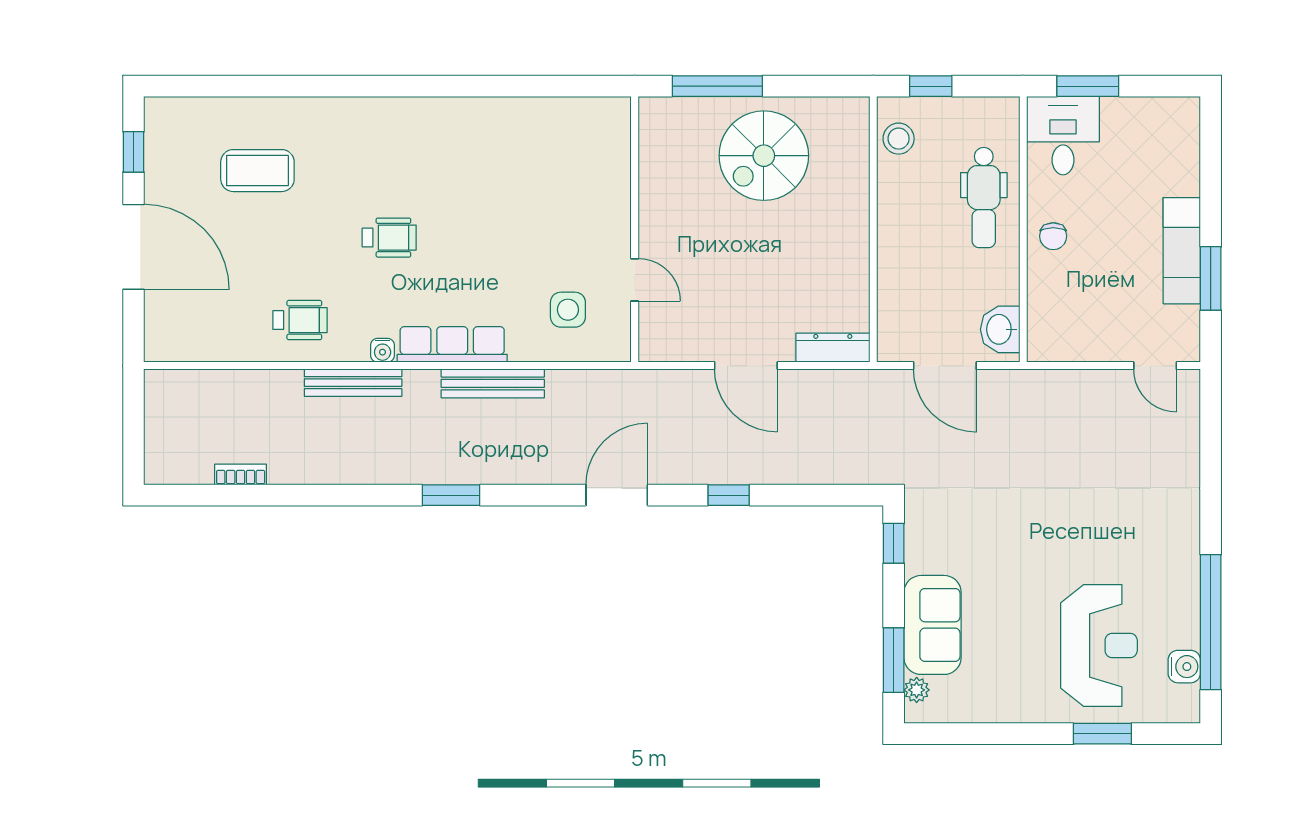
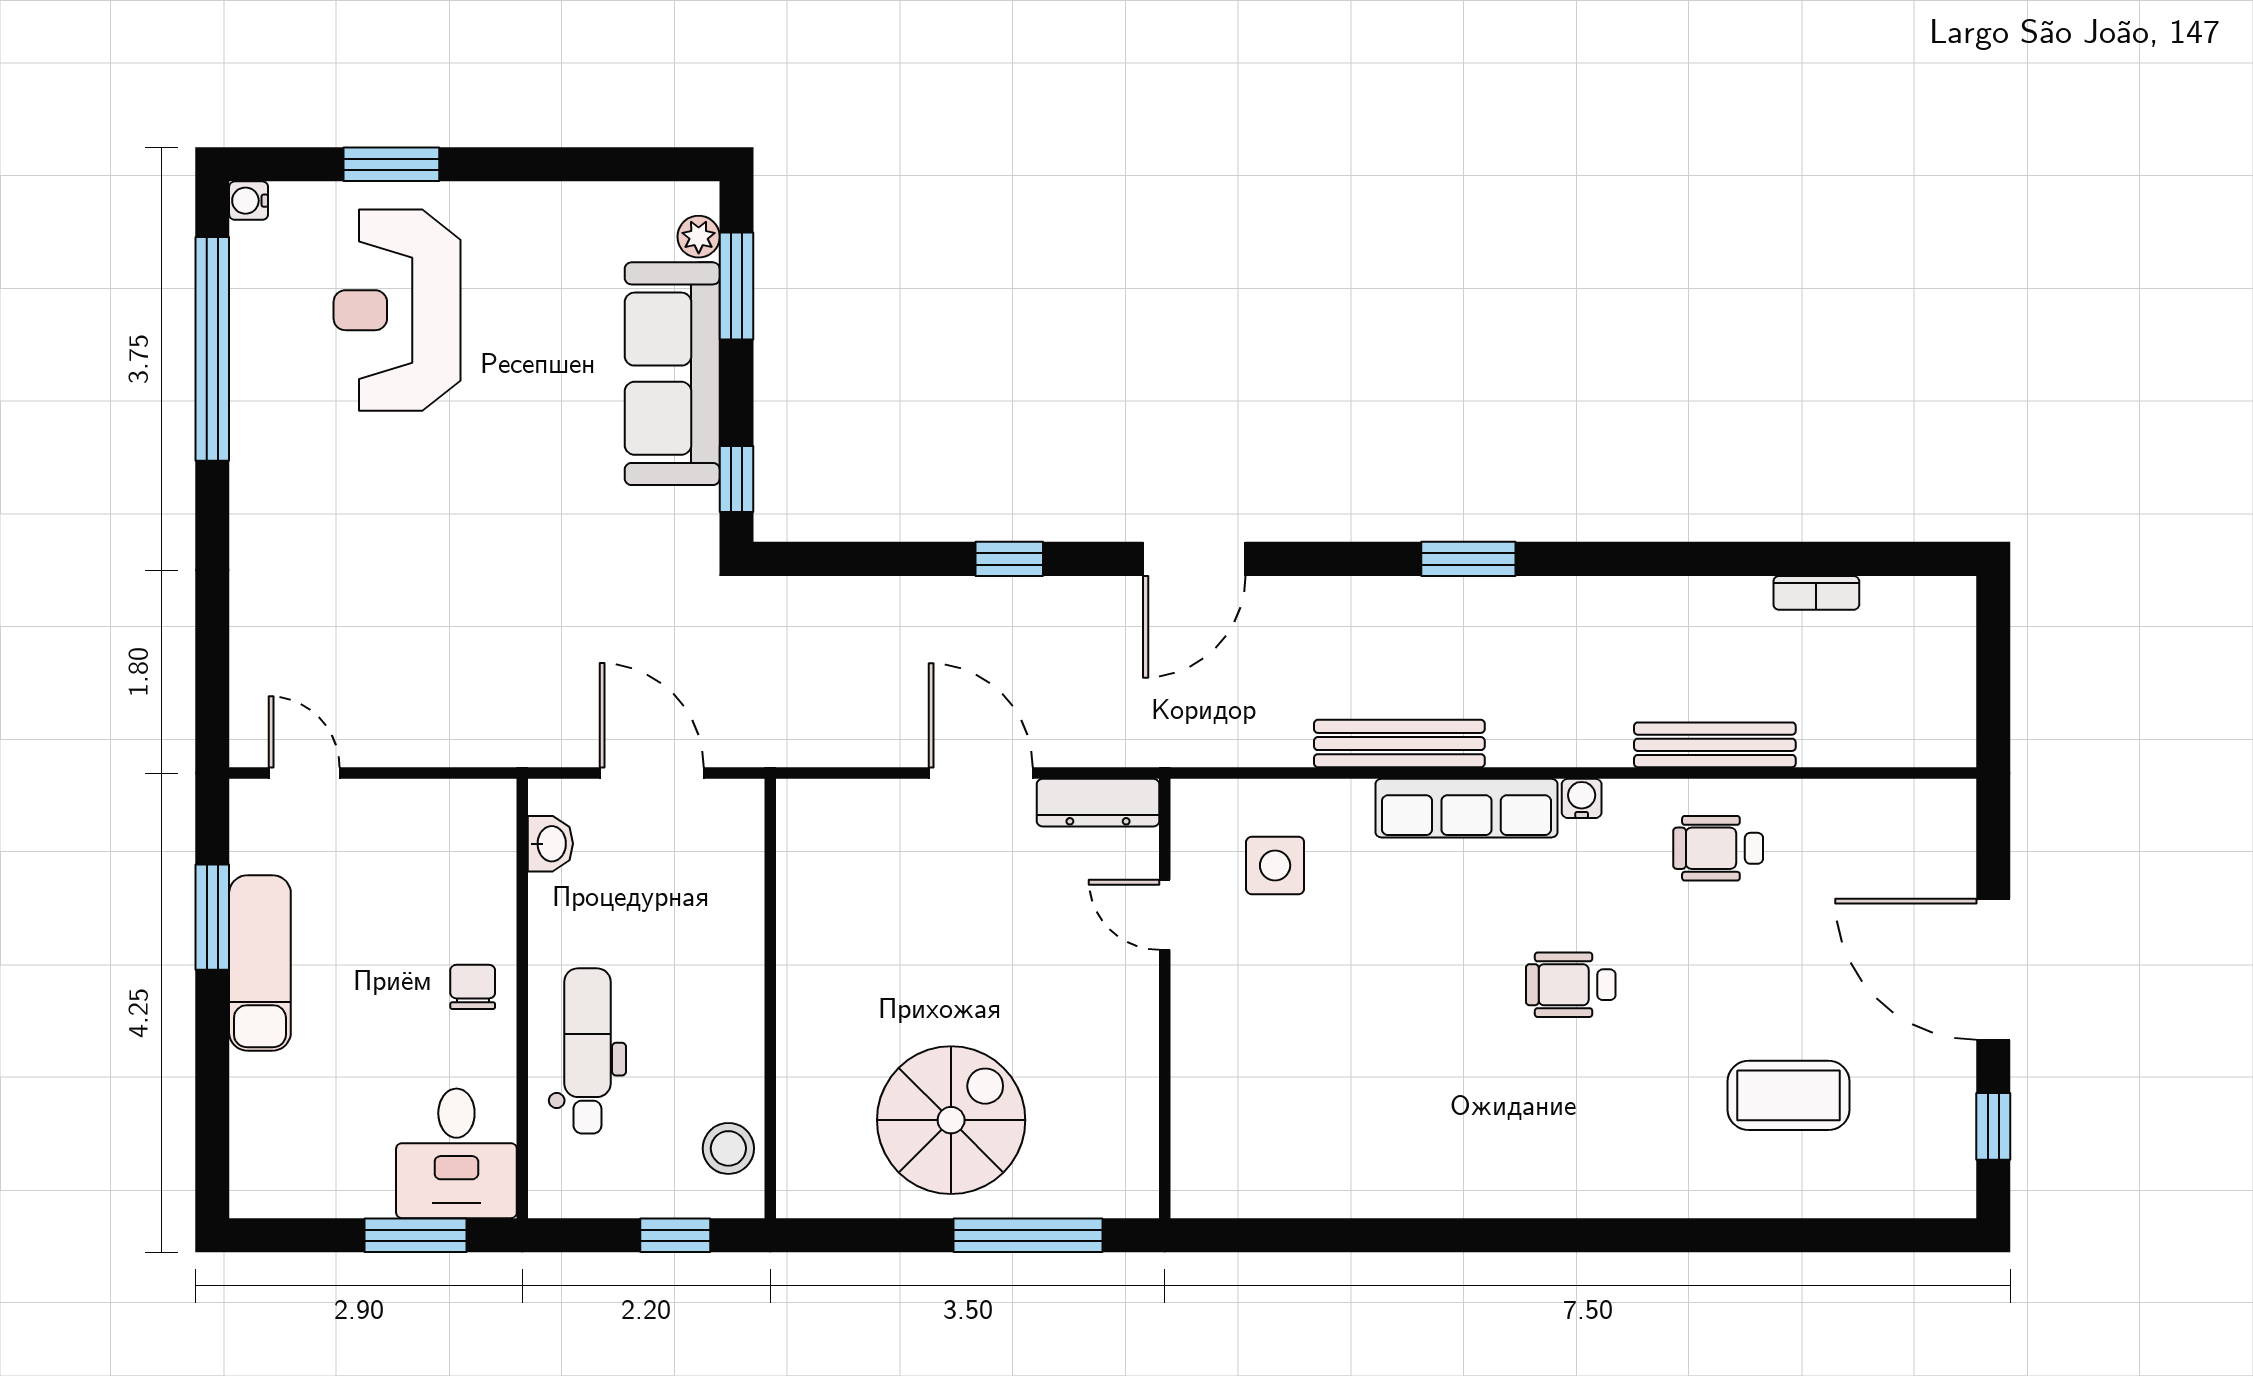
washbasin: (1000, 329) -> (550, 844), width x0.72, depth x0.69
dresser: (833, 348) -> (1098, 803), moved
bench: (353, 383) -> (1715, 745), moved
sofa: (933, 625) -> (672, 374), width x1.36
water cooler: (1184, 667) -> (249, 201), moved, width x0.72, depth x0.72

